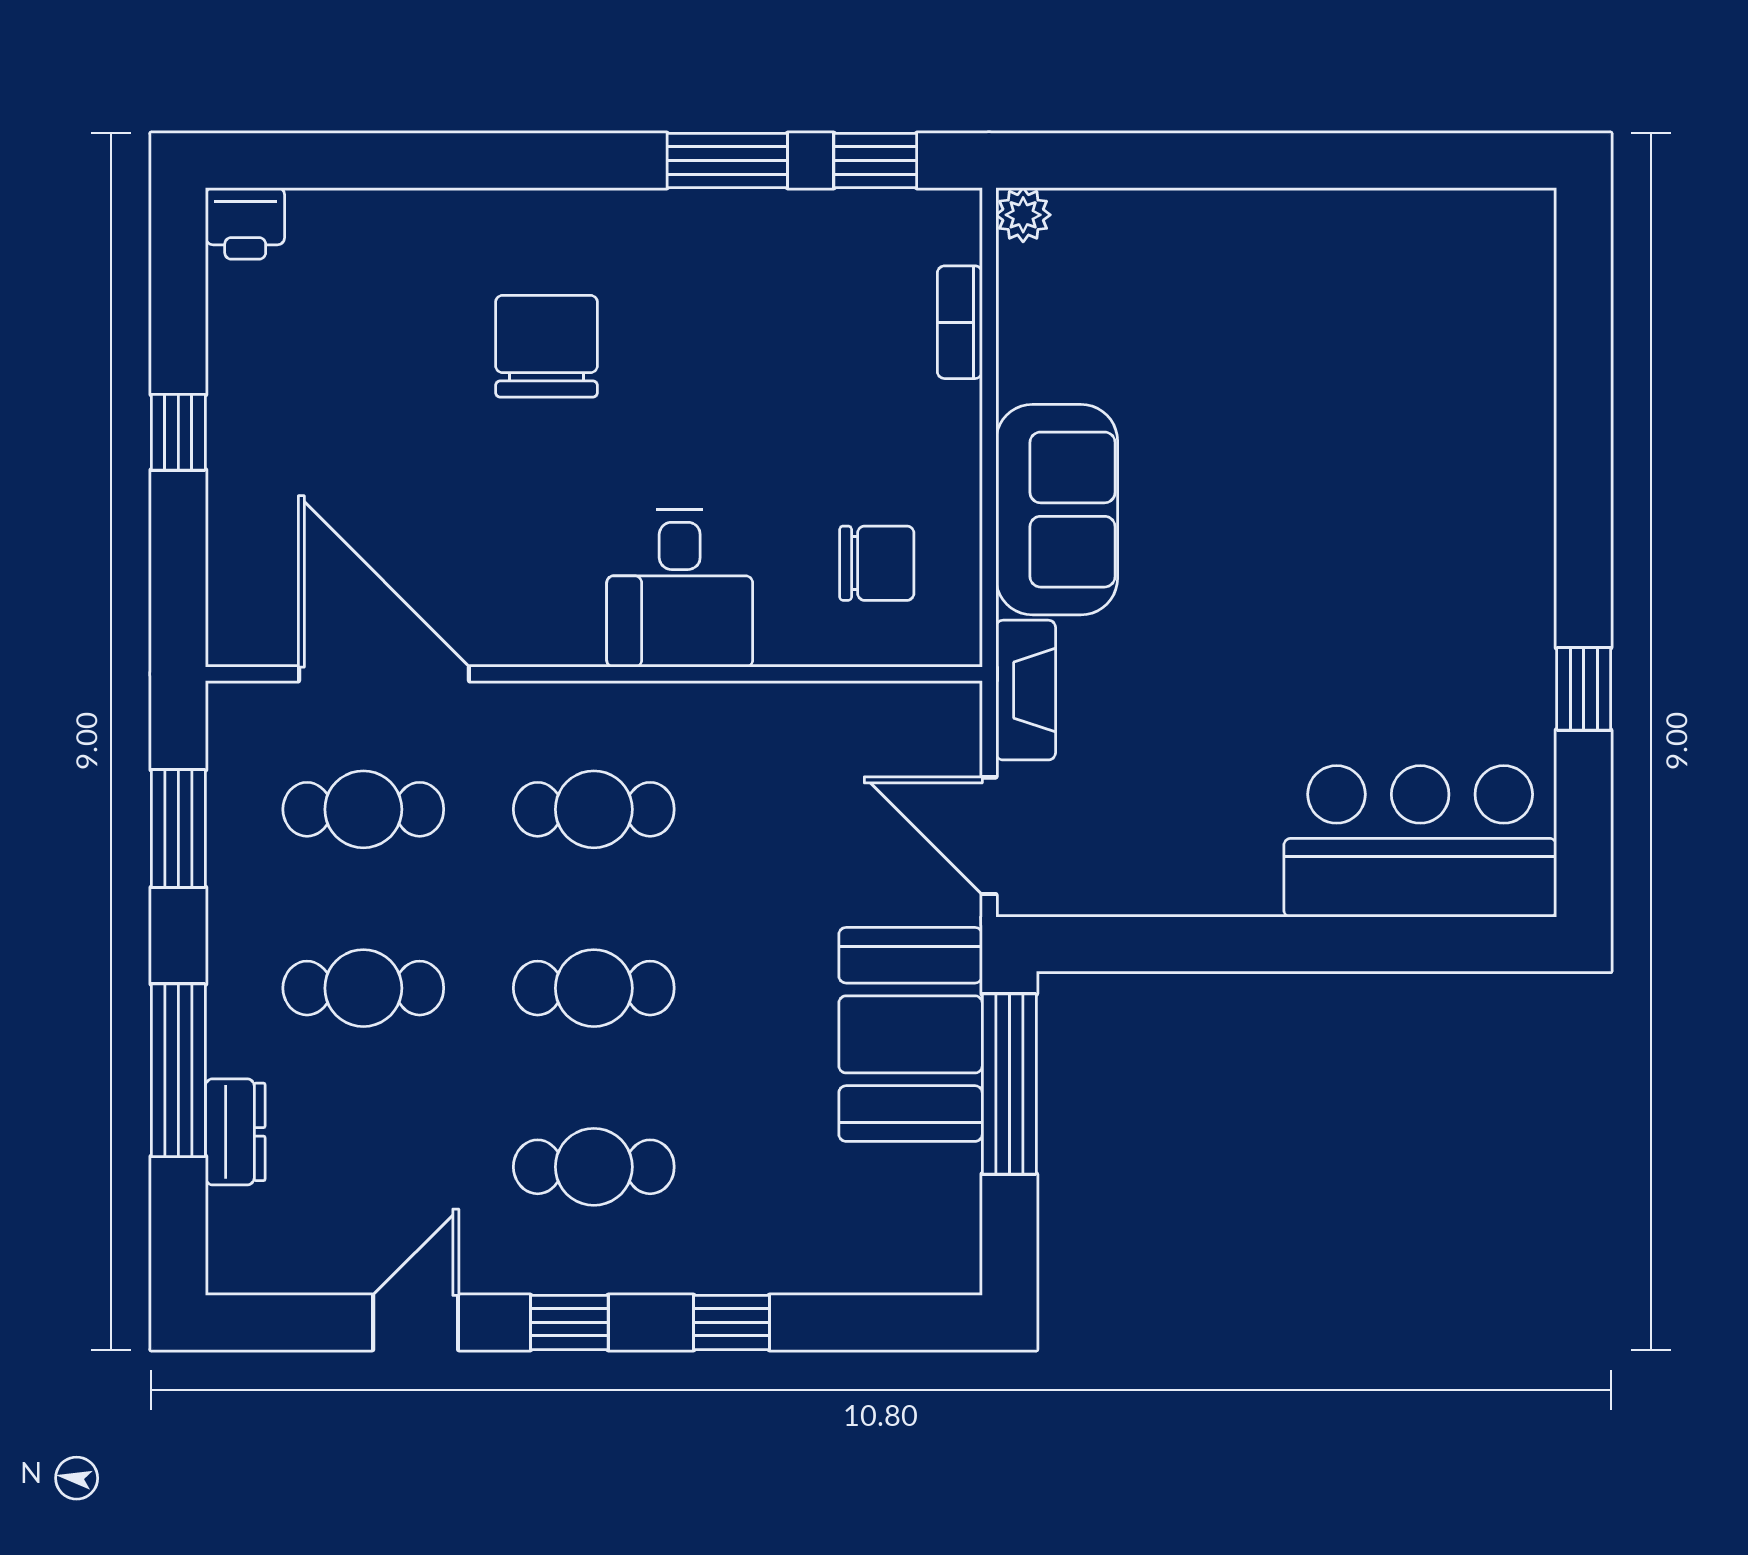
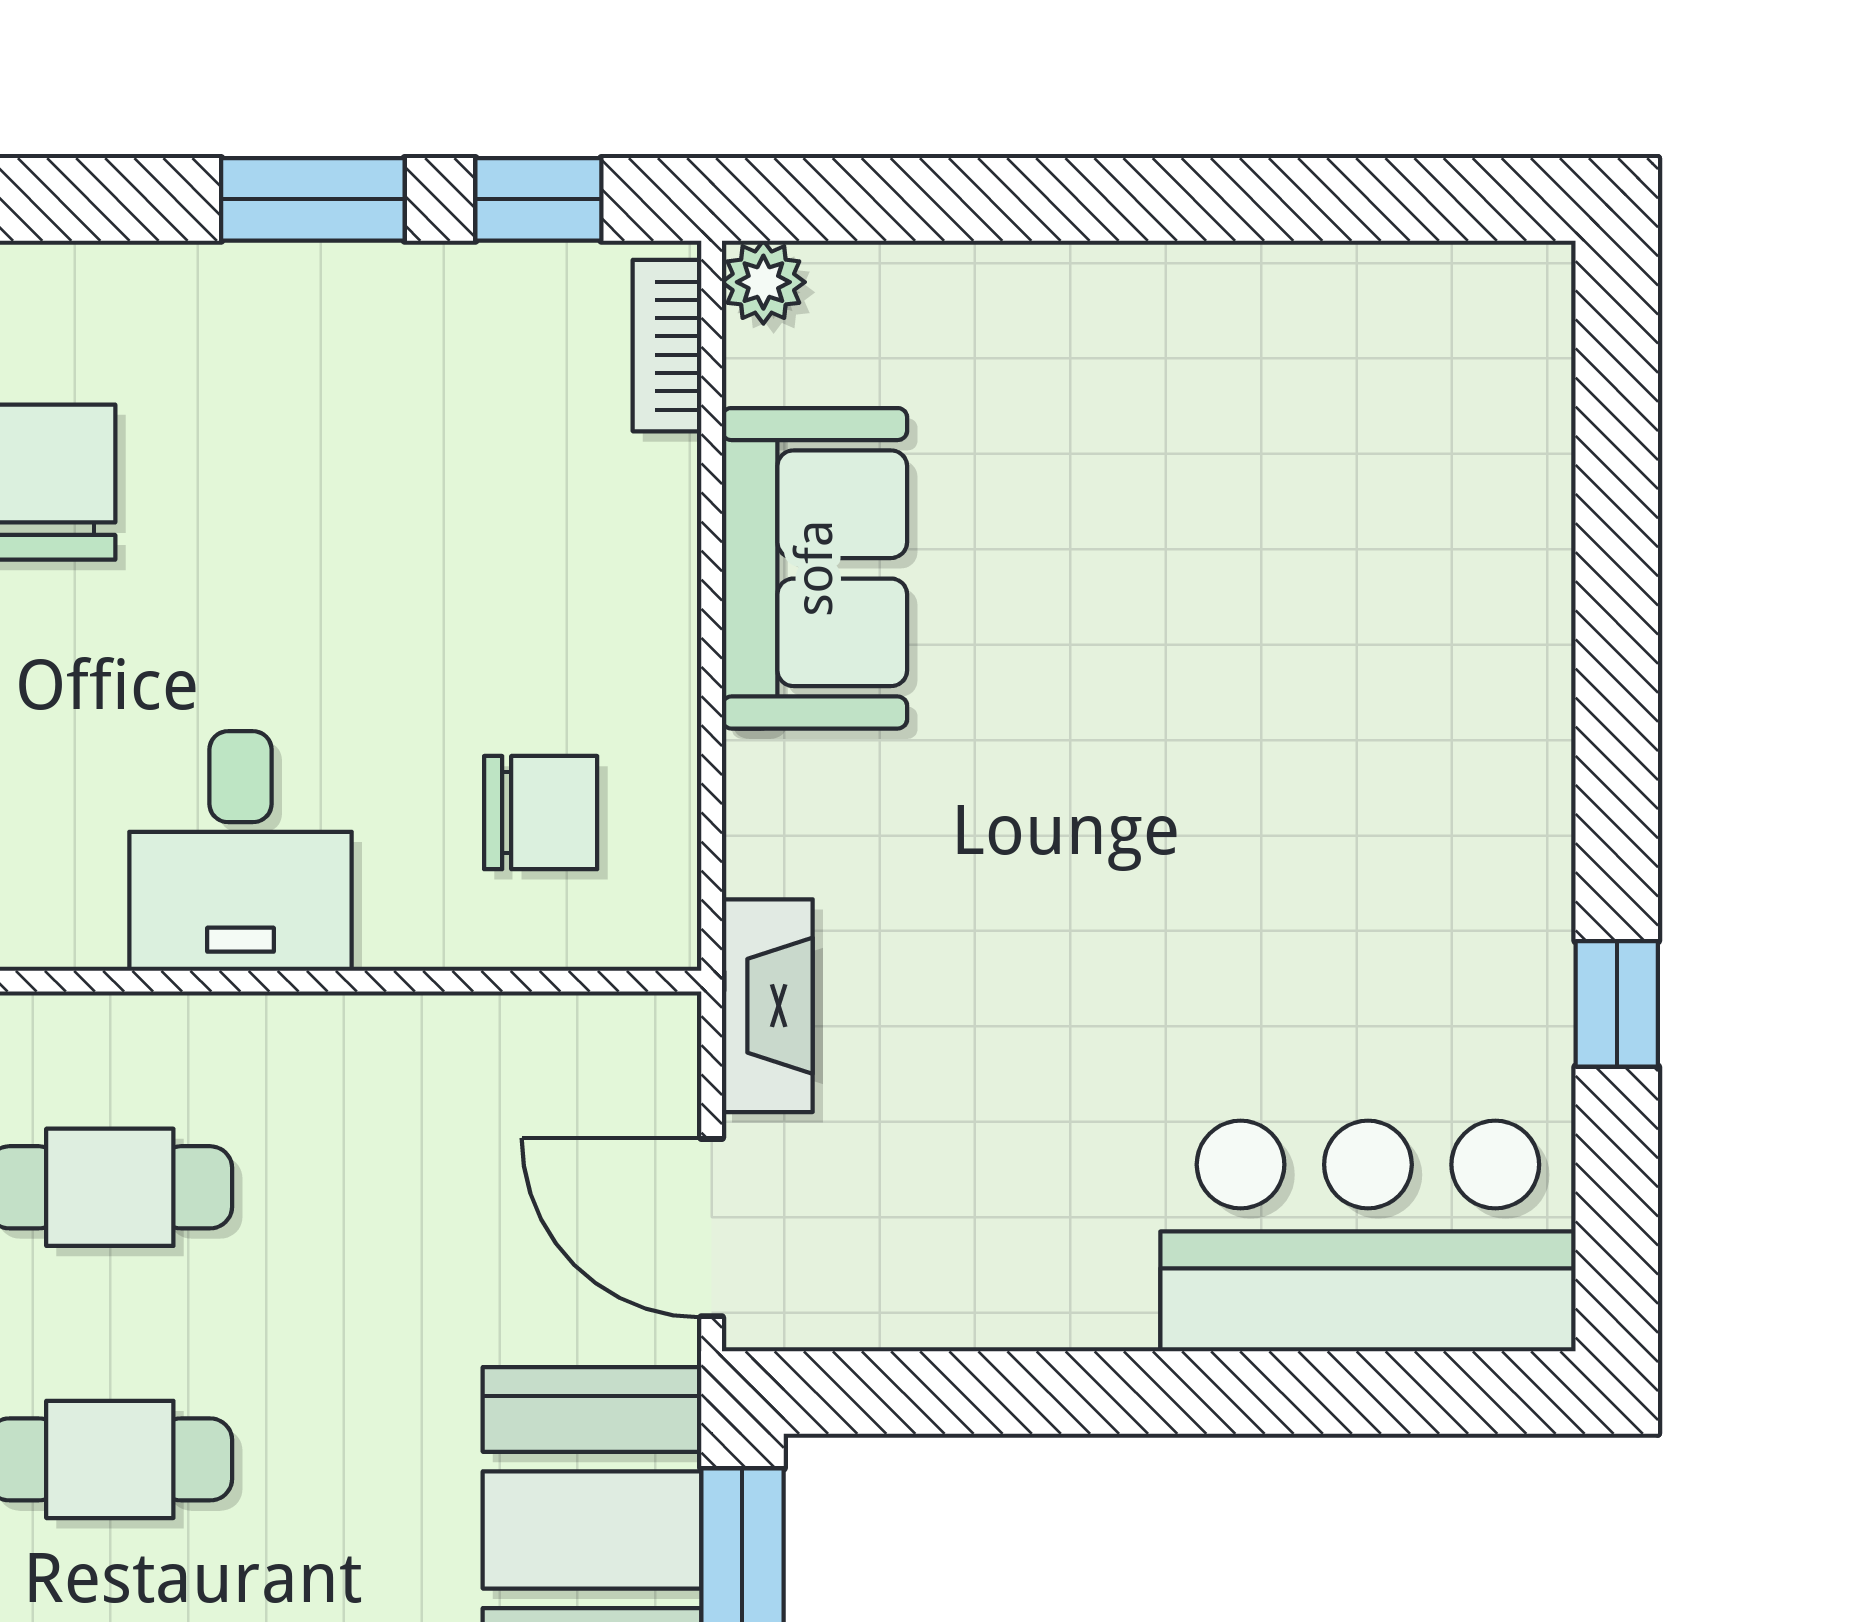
bookcase: (960, 322) -> (667, 346), moved
sofa: (1057, 510) -> (814, 568), moved

